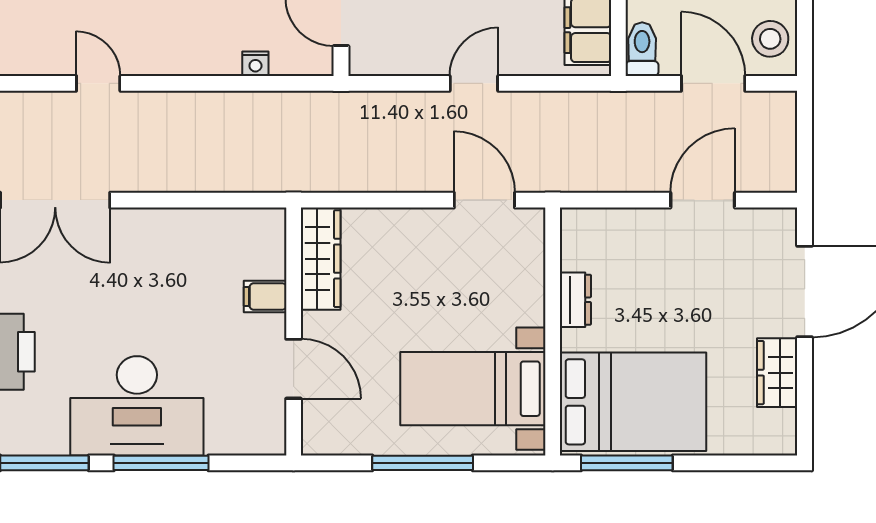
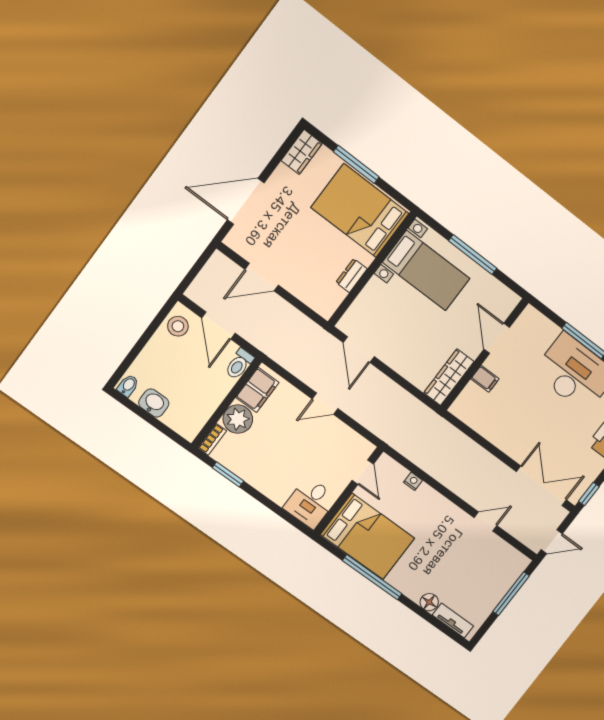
door: (98, 83) -> (486, 522), swing flipped
wardrobe: (777, 373) -> (302, 152), moved
window: (627, 463) -> (356, 164), moved

